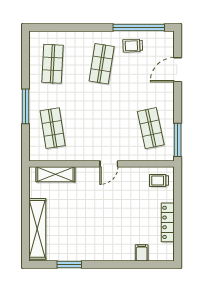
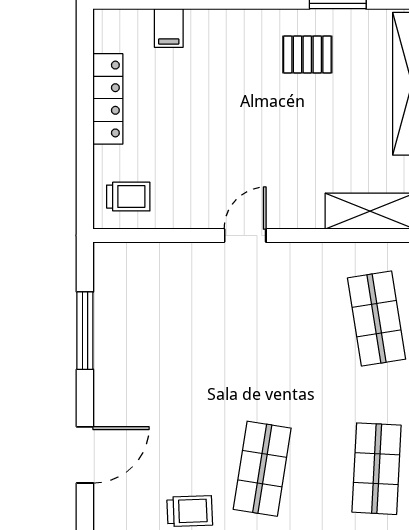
shop shelf: (151, 128) -> (148, 319), removed
window: (178, 140) -> (85, 331), moved
pallet: (82, 241) -> (307, 54), added

